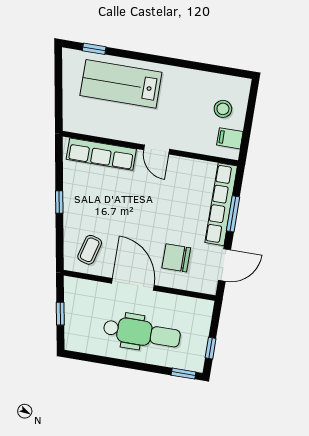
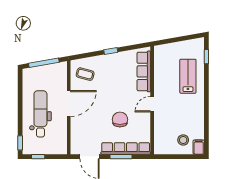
lab bench: (121, 84) -> (188, 76), width x0.73, depth x0.72
filing cabinet: (230, 138) -> (199, 147), moved
chair: (176, 258) -> (120, 120), moved
window: (60, 314) -> (44, 63), width x2.17
dental chair: (142, 333) -> (40, 114), turned 180

